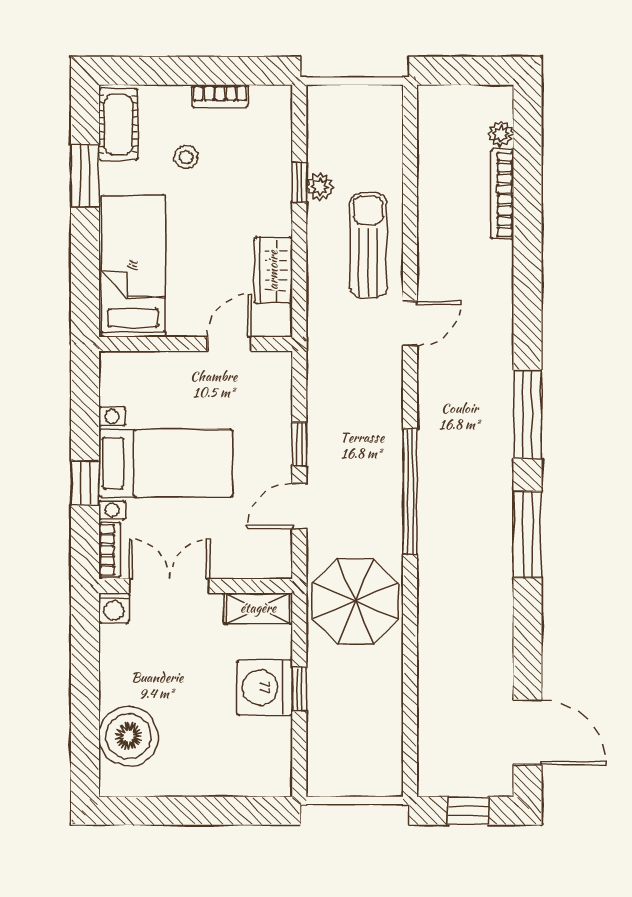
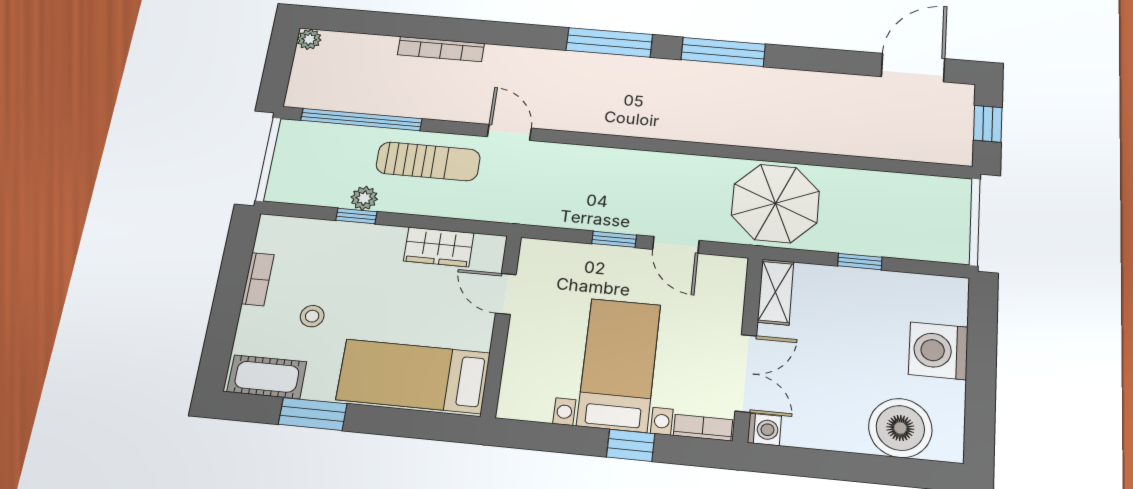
plant: (501, 134) -> (309, 39), moved
bookcase: (502, 194) -> (441, 49), moved
sun lounger: (368, 245) -> (428, 161), turned 180
window: (410, 492) -> (361, 120), moved
double door: (169, 586) -> (746, 373), swing flipped
washing machine: (265, 688) -> (938, 351), moved, turned 90

